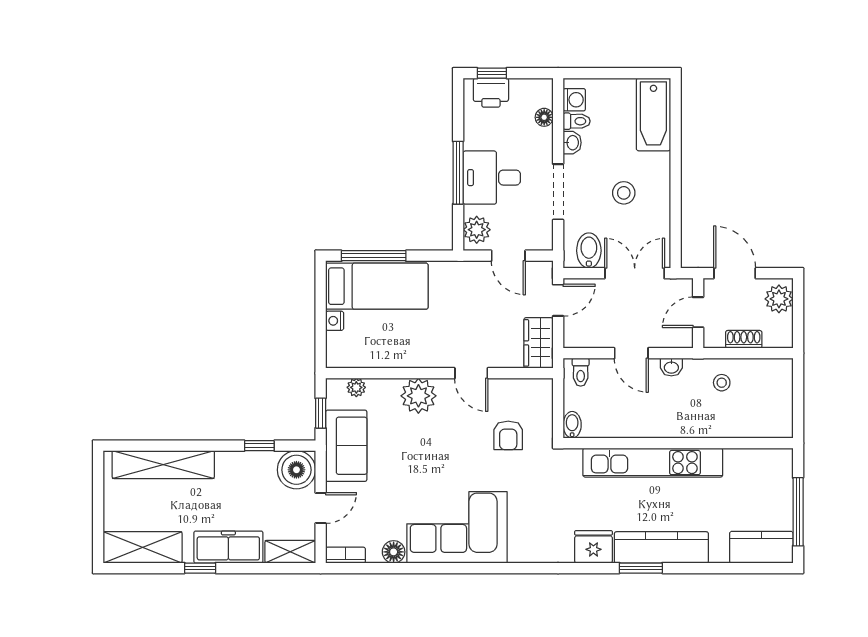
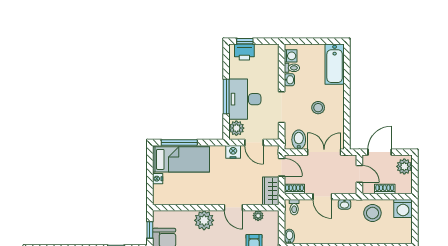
floor lamp: (544, 117) -> (274, 66), removed
desk: (492, 178) -> (245, 99), width x1.37
nightstand: (471, 273) -> (233, 152), added
door: (735, 273) -> (380, 152), hinge flipped
door: (558, 300) -> (282, 167), hinge flipped
door: (698, 312) -> (359, 174), swing flipped
shoe rack: (581, 339) -> (294, 189), added
washing machine: (777, 375) -> (403, 209), added
stool: (722, 383) -> (372, 213), width x1.89, depth x1.89
plant: (356, 387) -> (258, 216), moved

